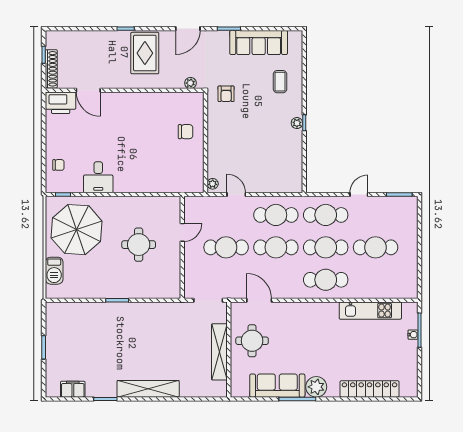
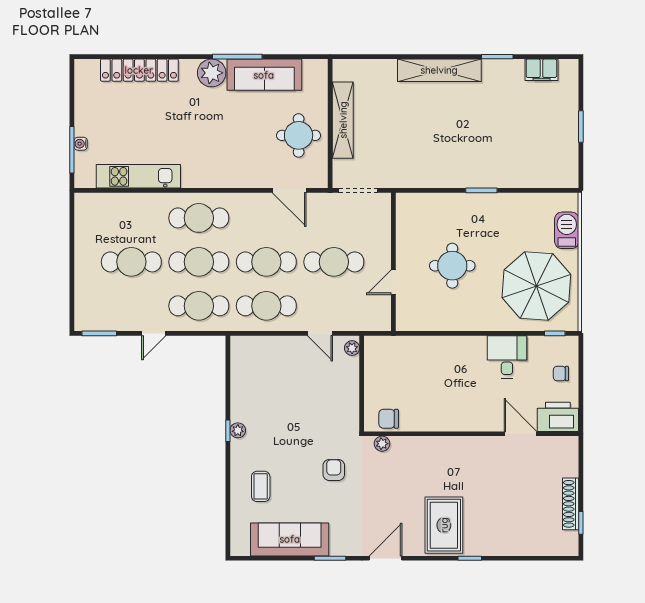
plant: (190, 83) -> (382, 444), moved
door: (88, 90) -> (520, 434), moved
wall: (125, 90) -> (471, 434), moved
printer: (61, 103) -> (558, 417), moved

